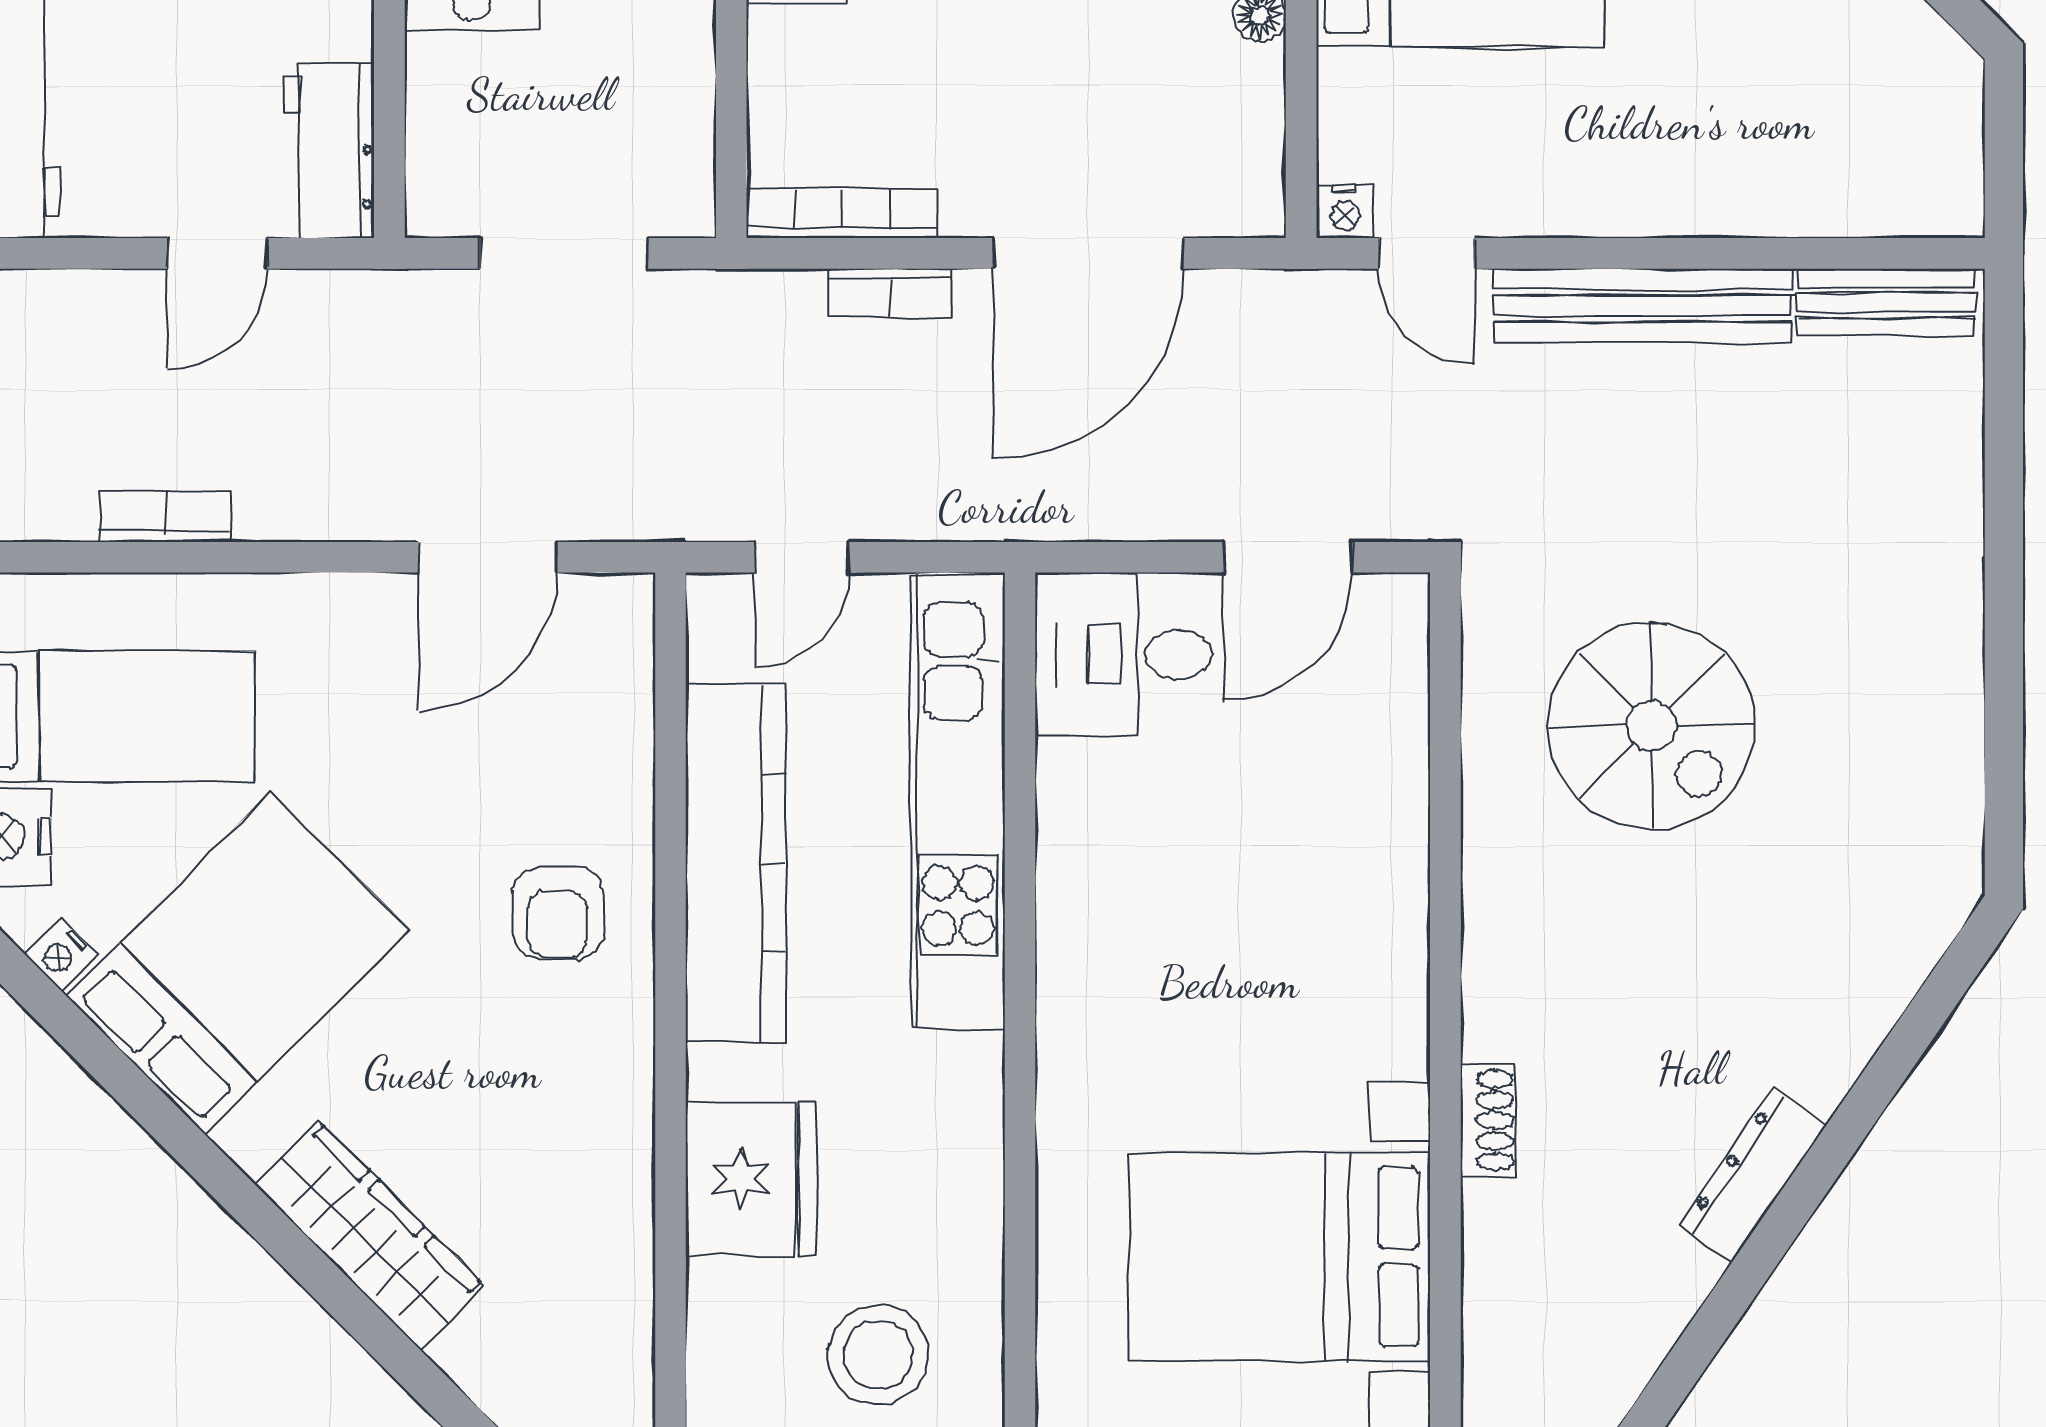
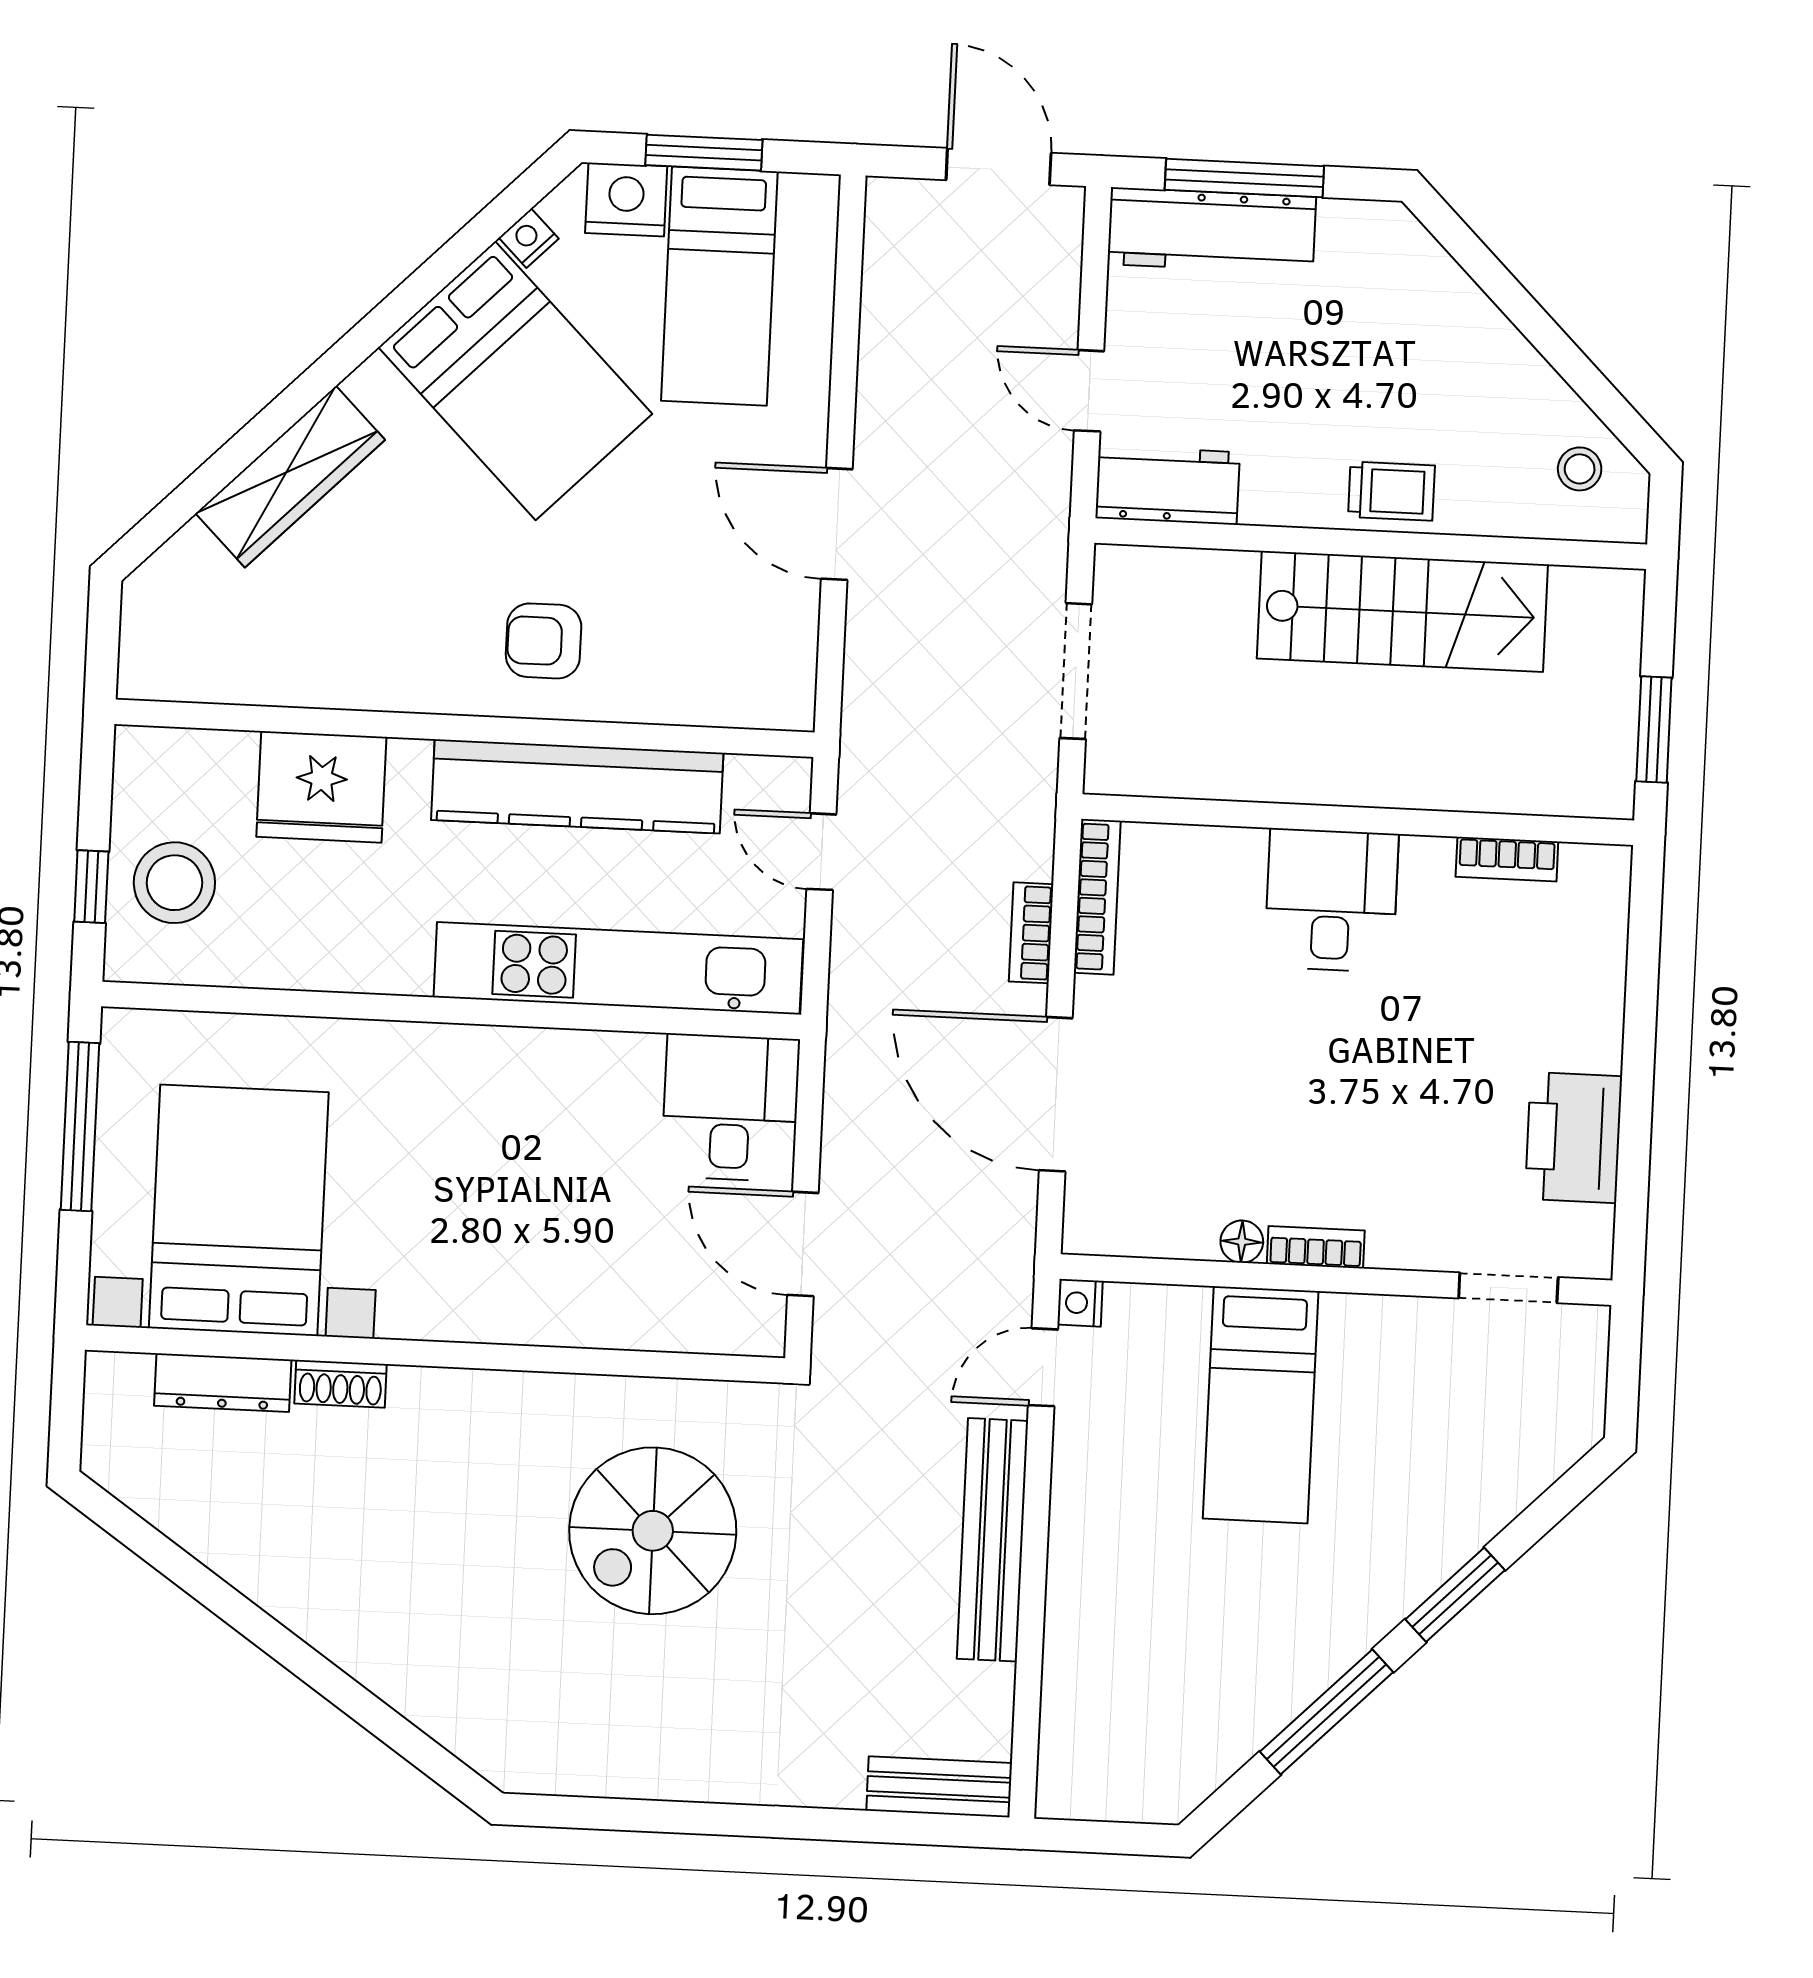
bench: (1887, 302) -> (939, 1787), moved, turned 90
bookcase: (165, 516) -> (879, 339), removed
door: (488, 557) -> (837, 524), moved
dresser: (1753, 1175) -> (223, 1383), moved, turned 145

